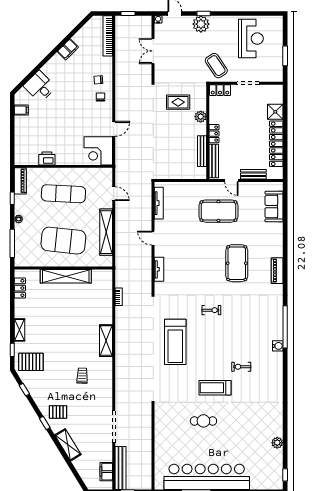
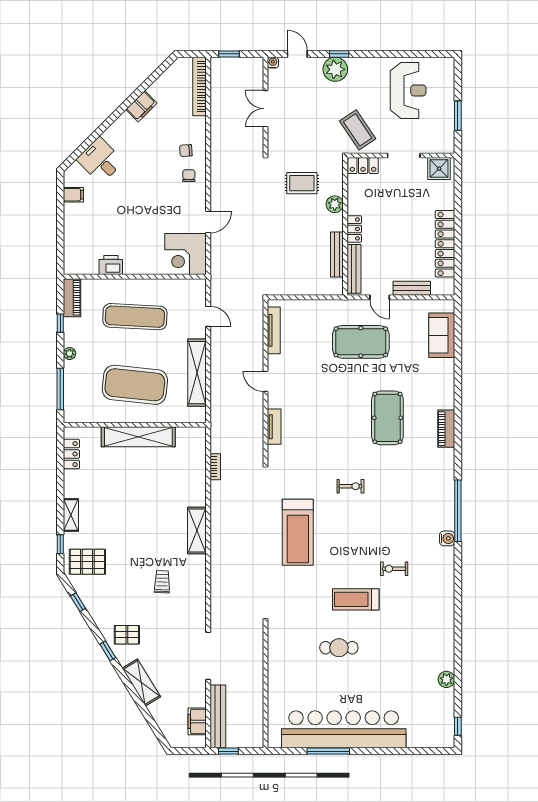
shower: (275, 112) -> (439, 169), moved

